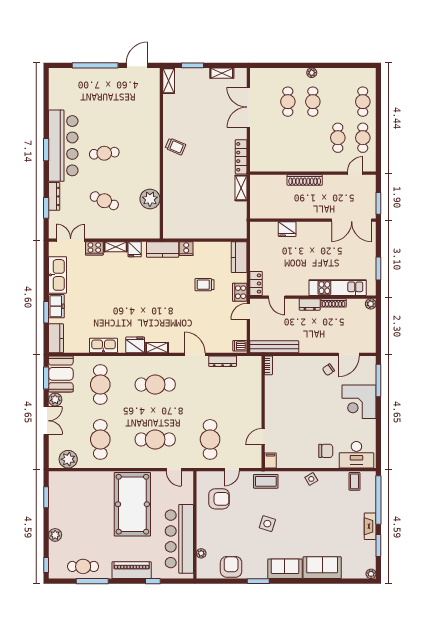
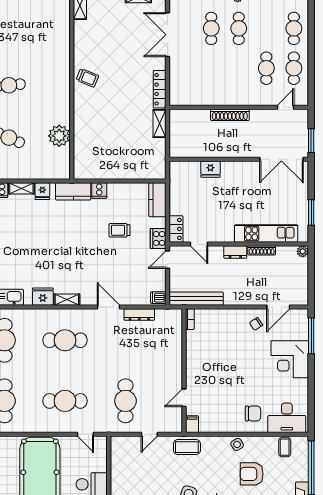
armchair: (219, 499) -> (252, 474), moved, turned 180

